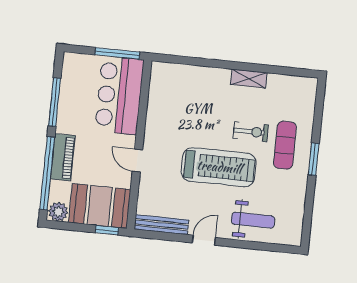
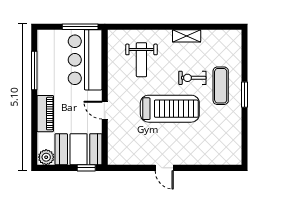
exercise bike: (251, 132) -> (192, 78), turned 180
window: (47, 173) -> (34, 128), removed
weight bench: (253, 220) -> (141, 60), moved, turned 90
bench: (161, 225) -> (129, 159), removed
door: (204, 240) -> (164, 168), swing flipped

